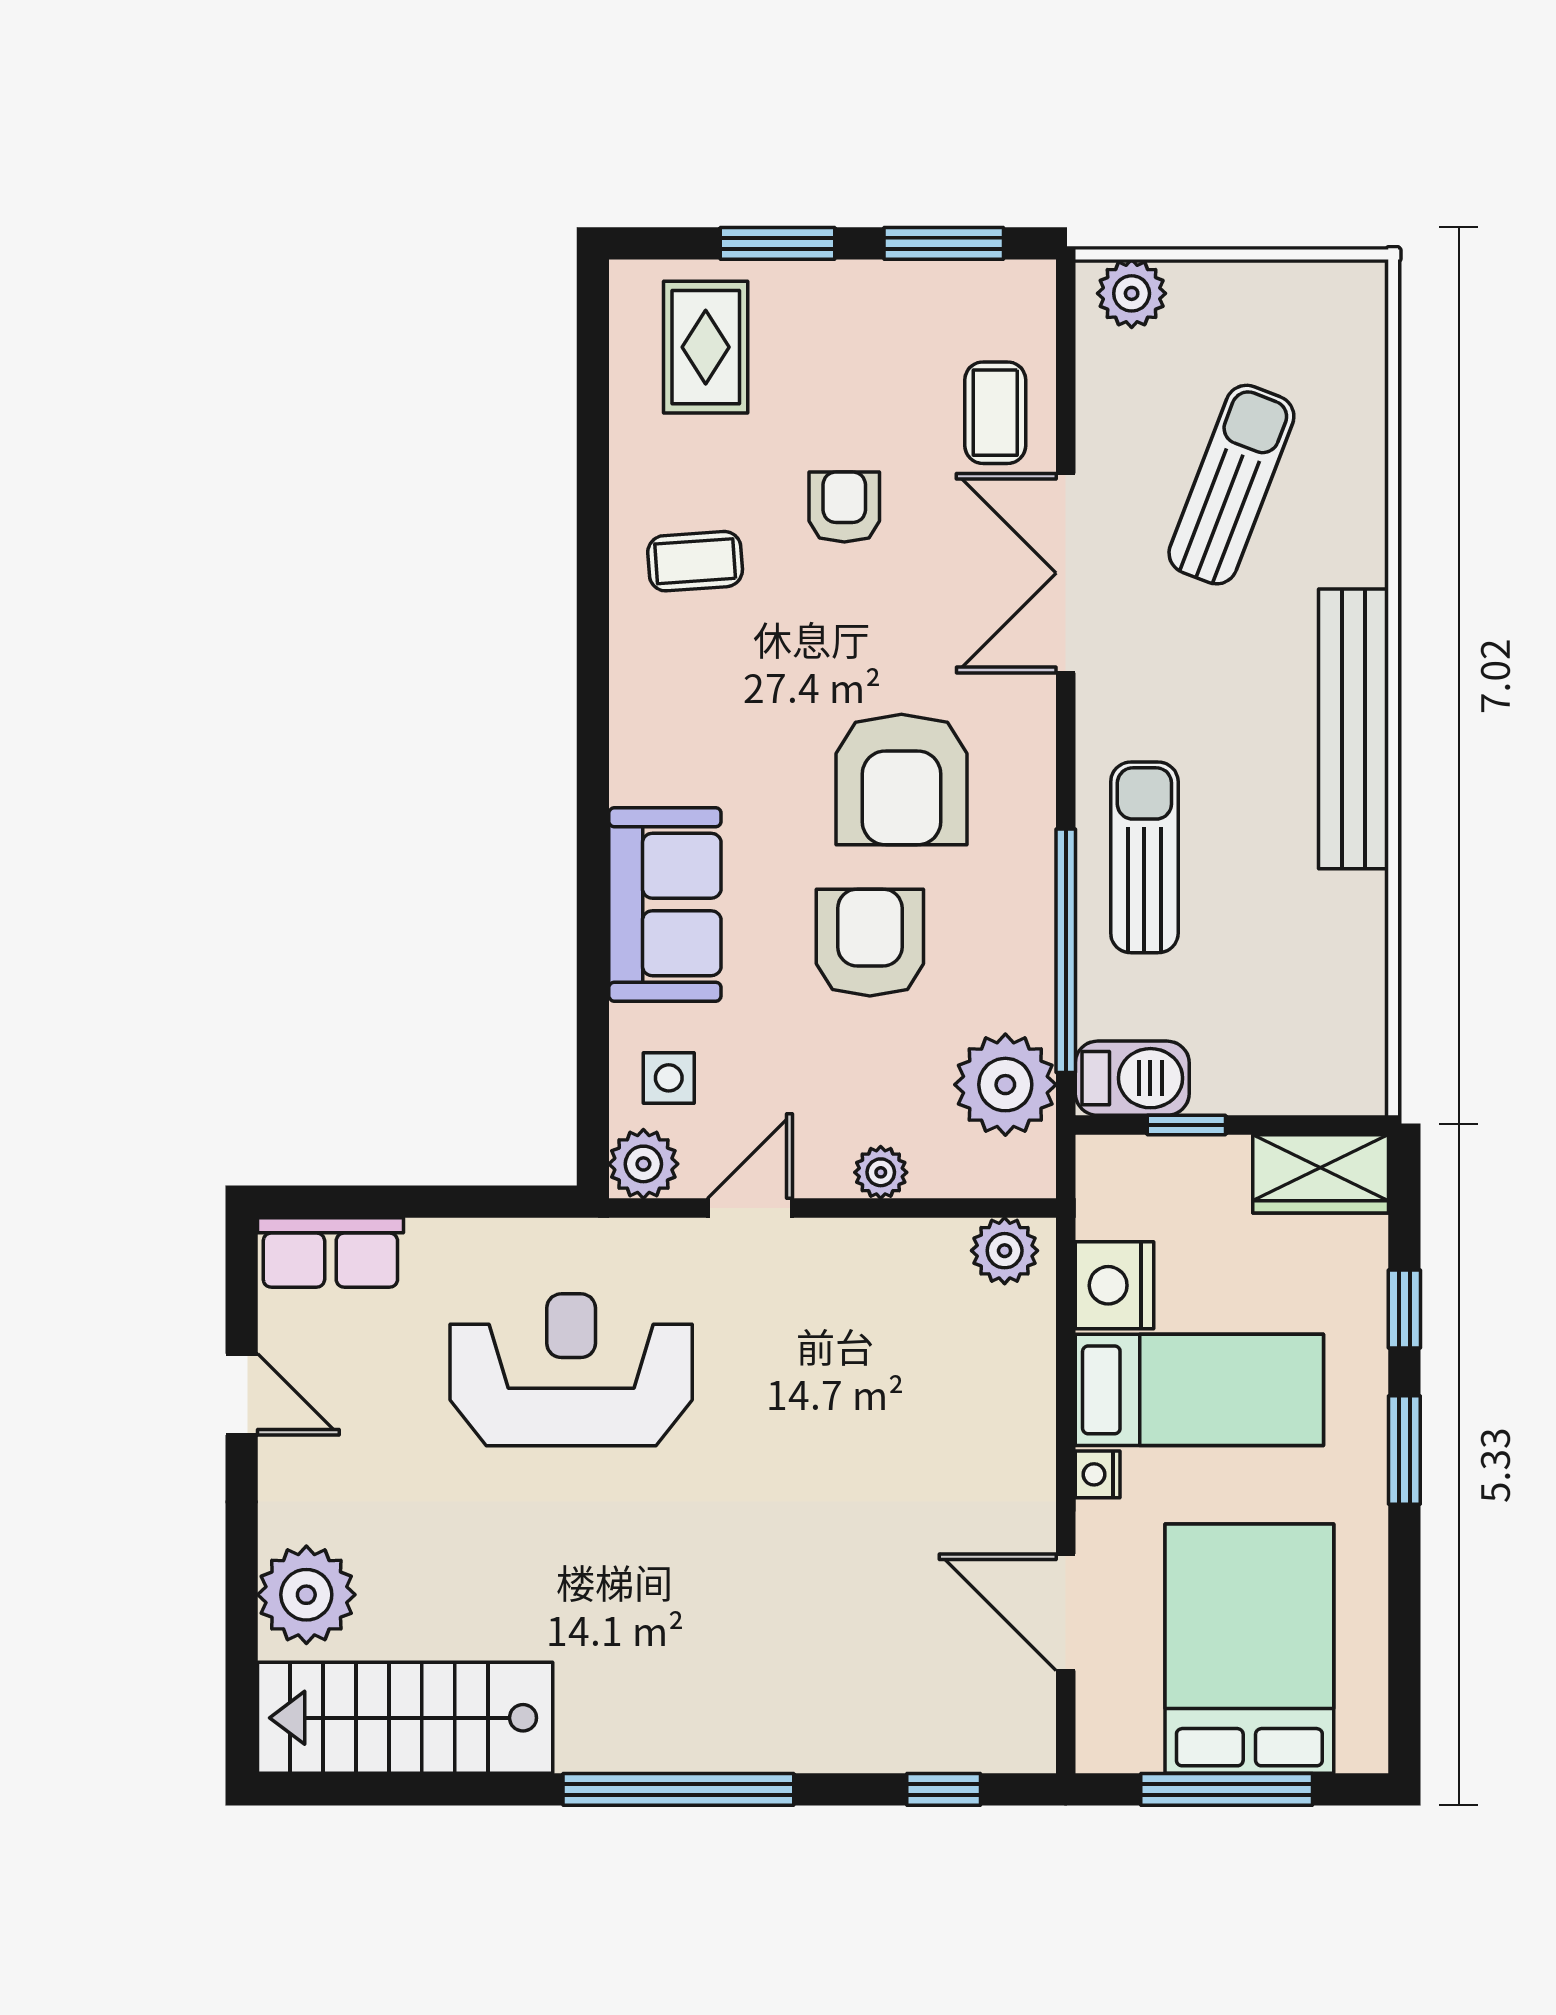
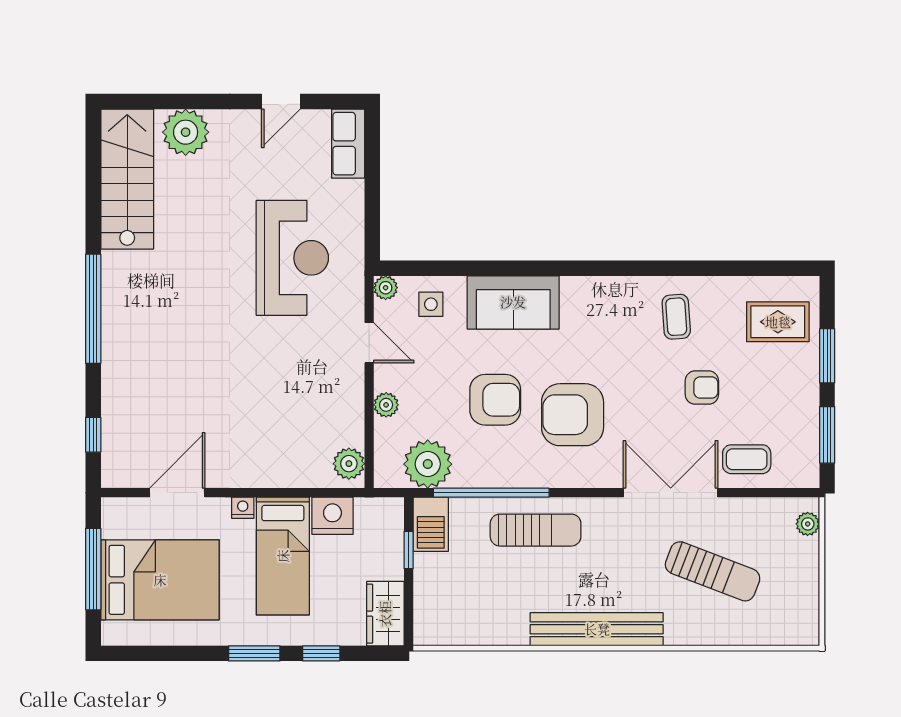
plant: (1132, 293) -> (808, 524), width x0.73, depth x0.73
plant: (643, 1164) -> (386, 288), width x0.73, depth x0.73

